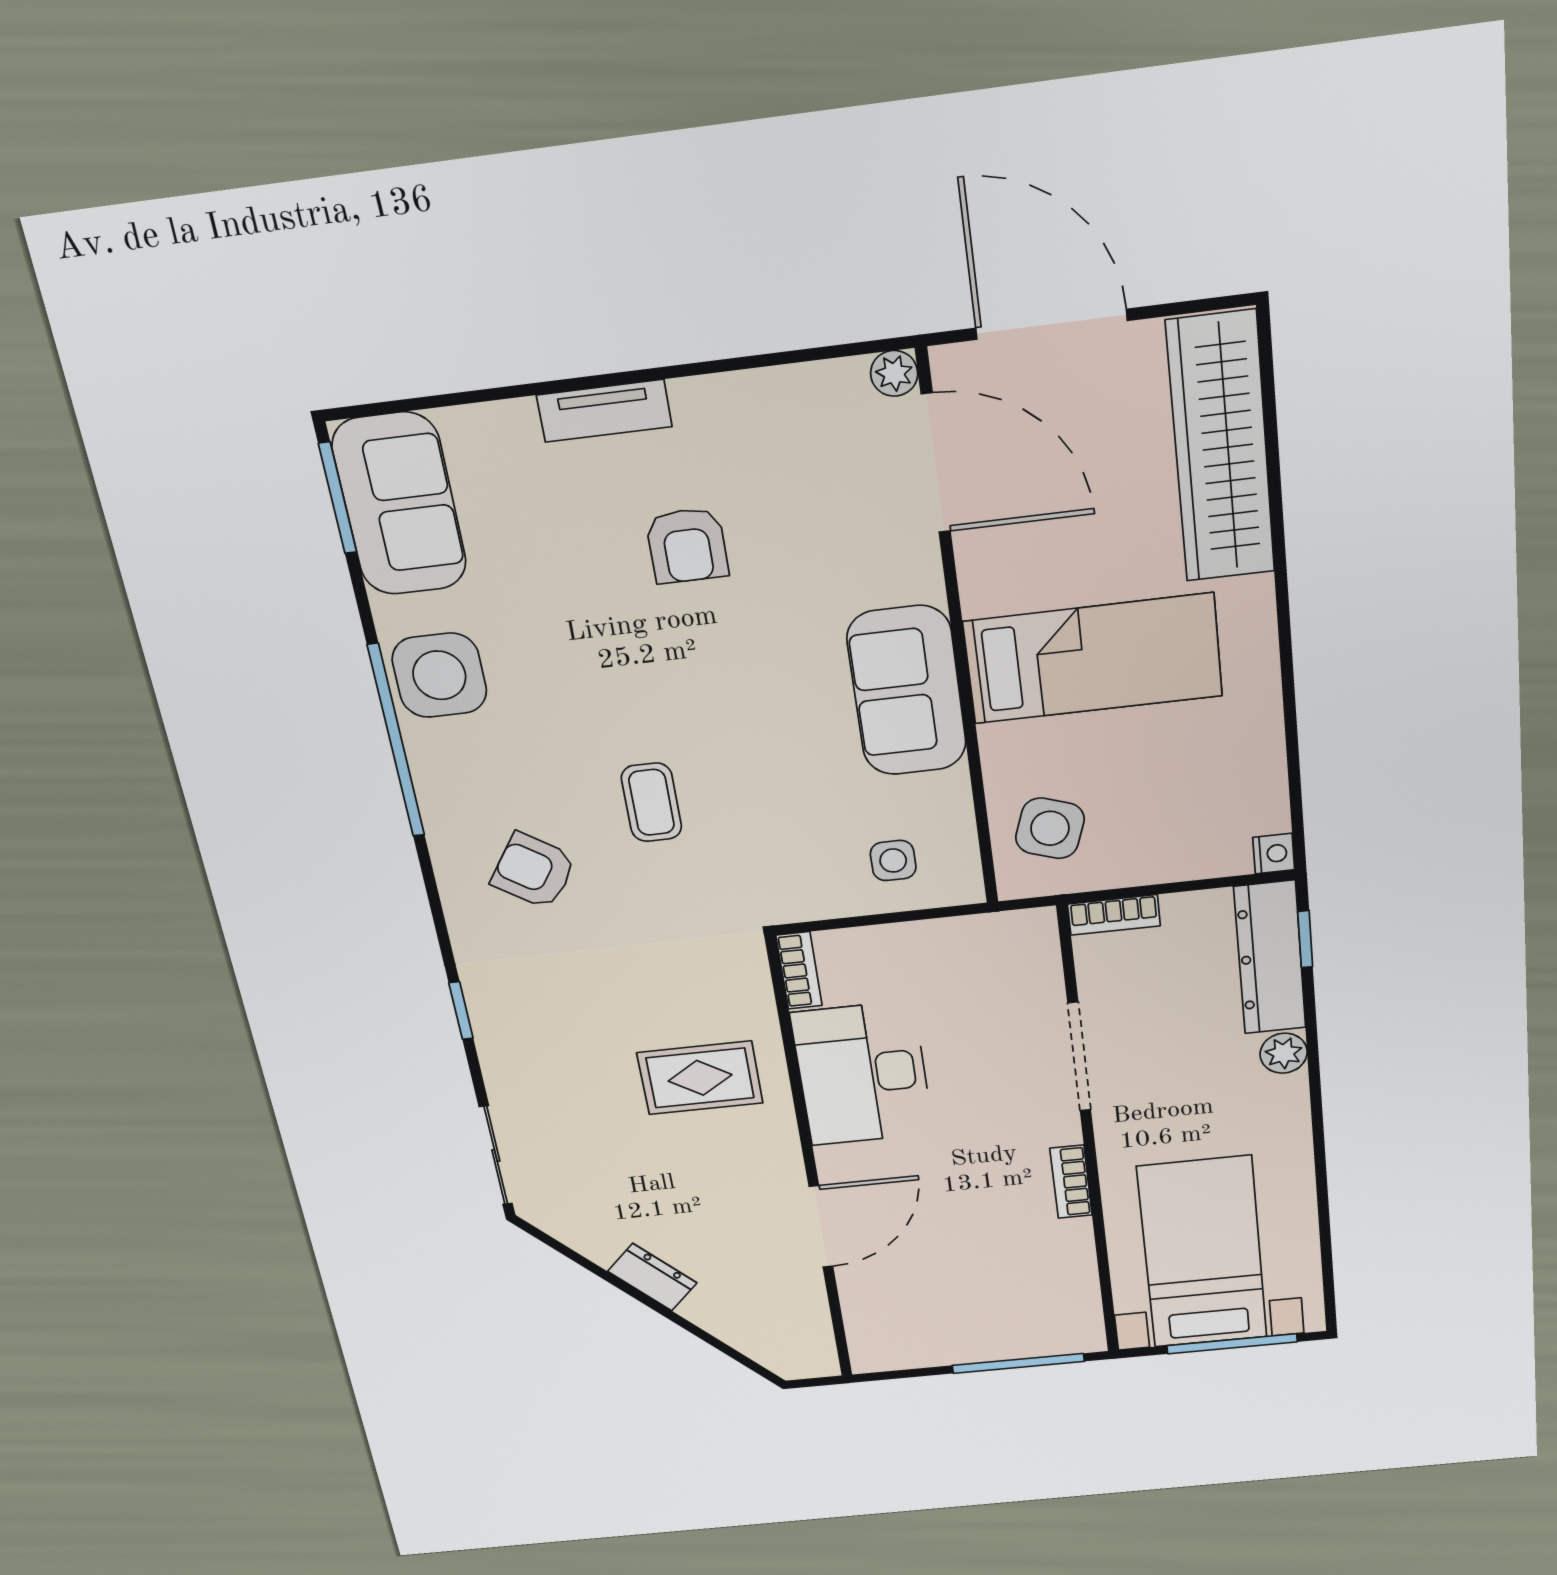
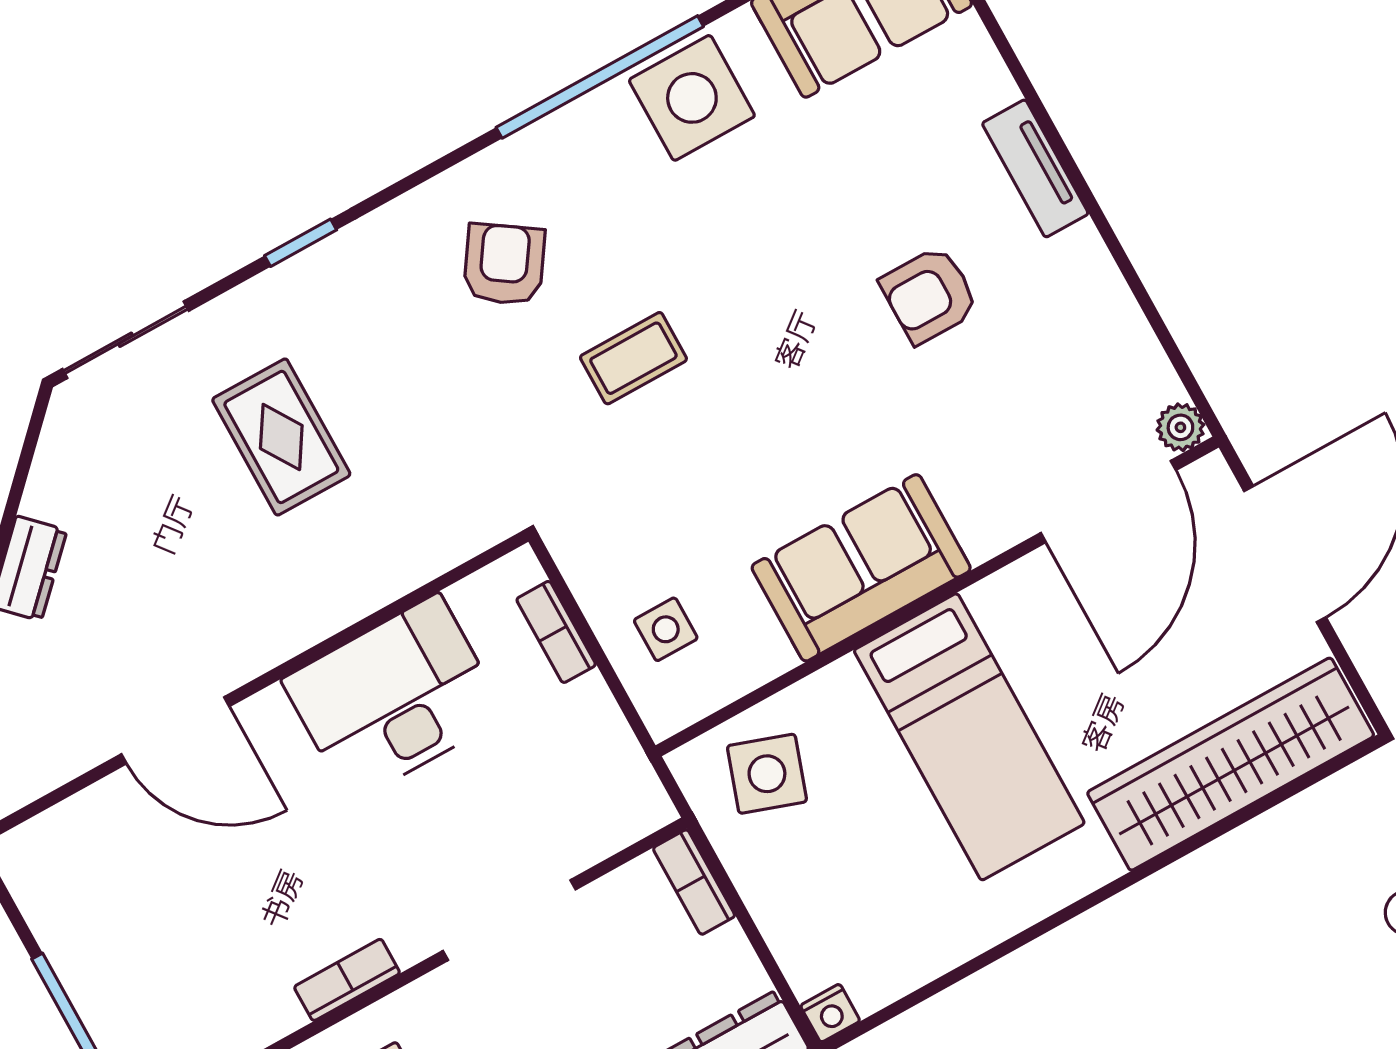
bookcase: (799, 970) -> (556, 632), moved, turned 90
rug: (700, 1078) -> (281, 437), moved

